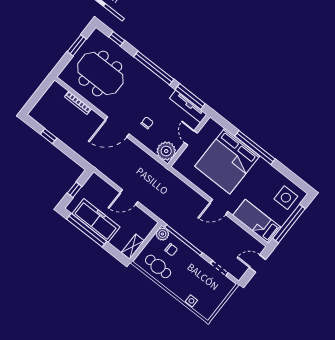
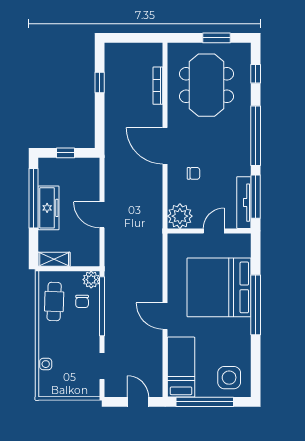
freezer: (96, 220) -> (49, 208), width x0.73, depth x0.79

